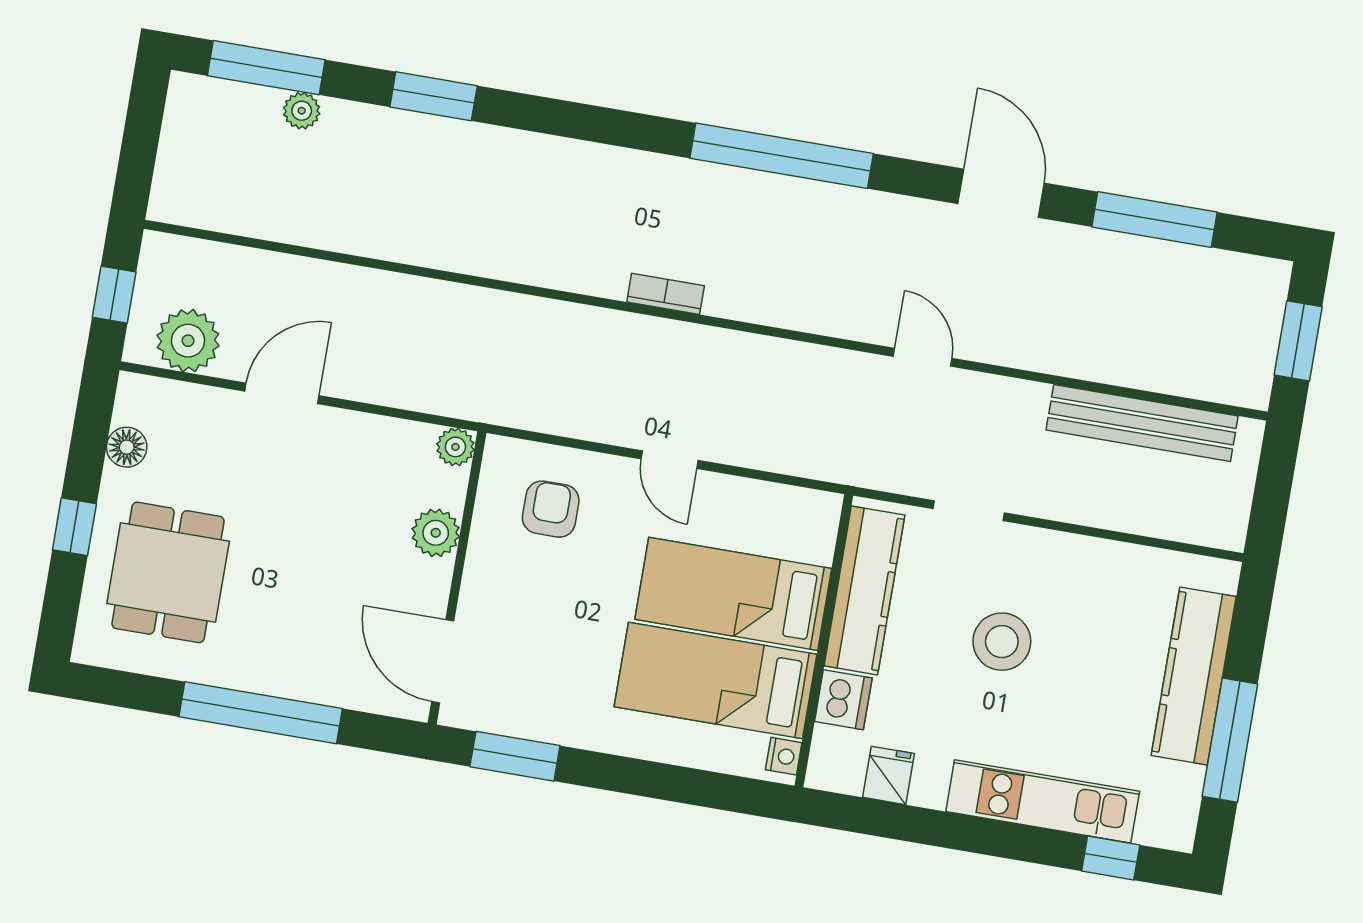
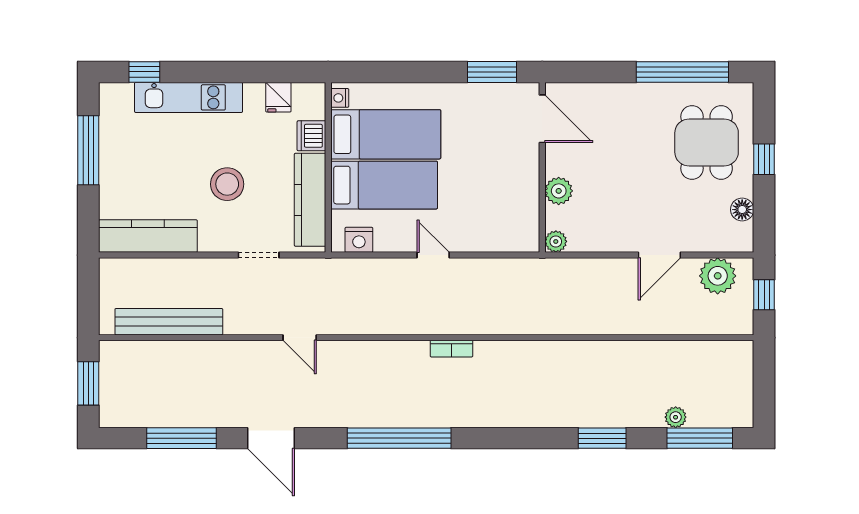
nightstand: (792, 508) -> (359, 240), added
armchair: (551, 509) -> (496, 216), removed
kitchen counter: (1194, 676) -> (148, 236), moved, turned -90
window: (261, 713) -> (682, 72), moved

